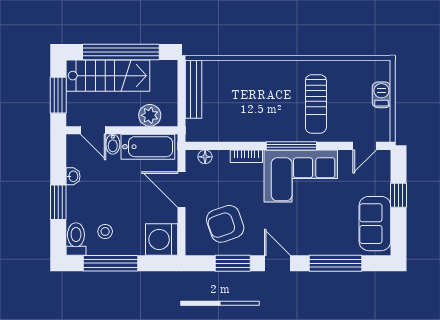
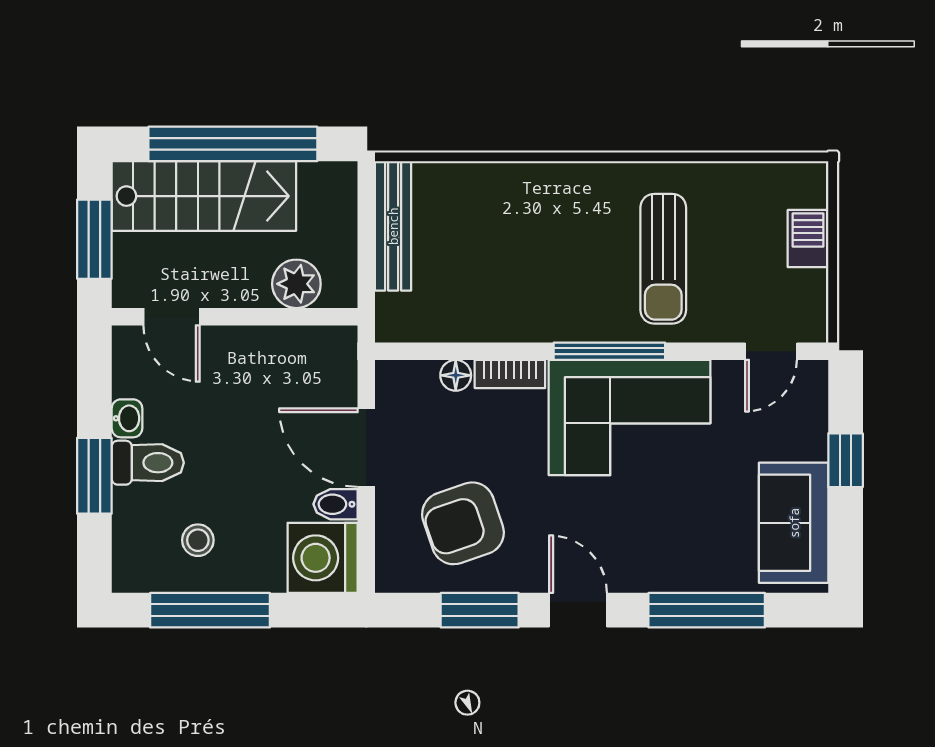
bidet: (113, 144) -> (336, 504), moved, turned 90
bathtub: (148, 147) -> (292, 353), removed
floor lamp: (205, 157) -> (456, 375), moved
toilet: (76, 239) -> (148, 463), moved, turned 90

